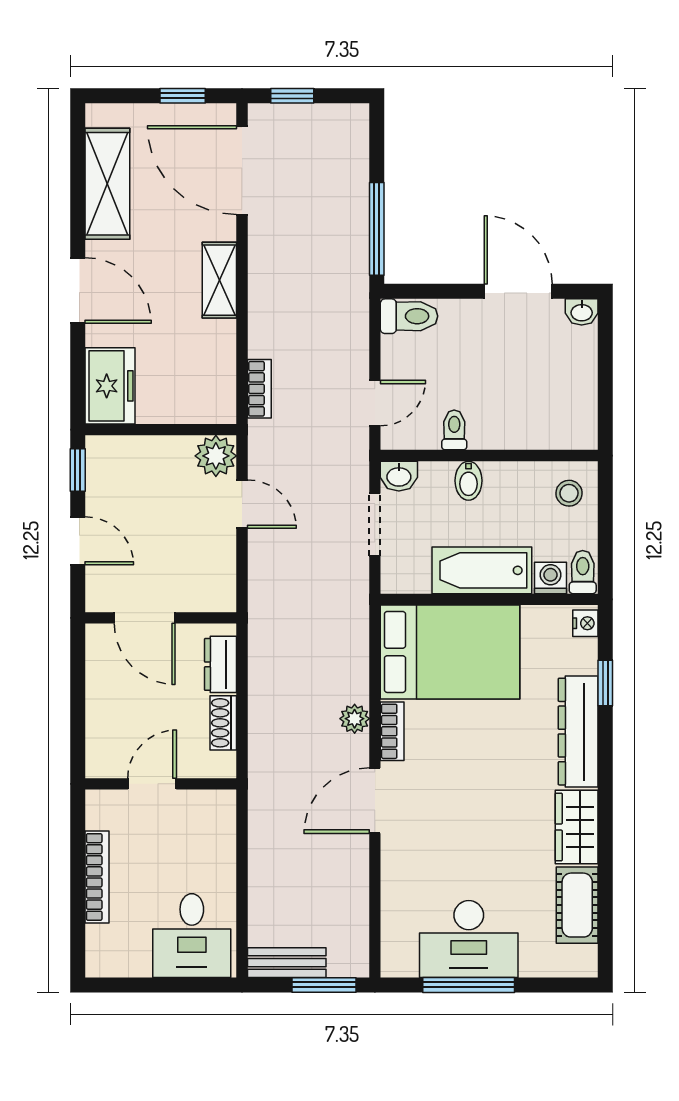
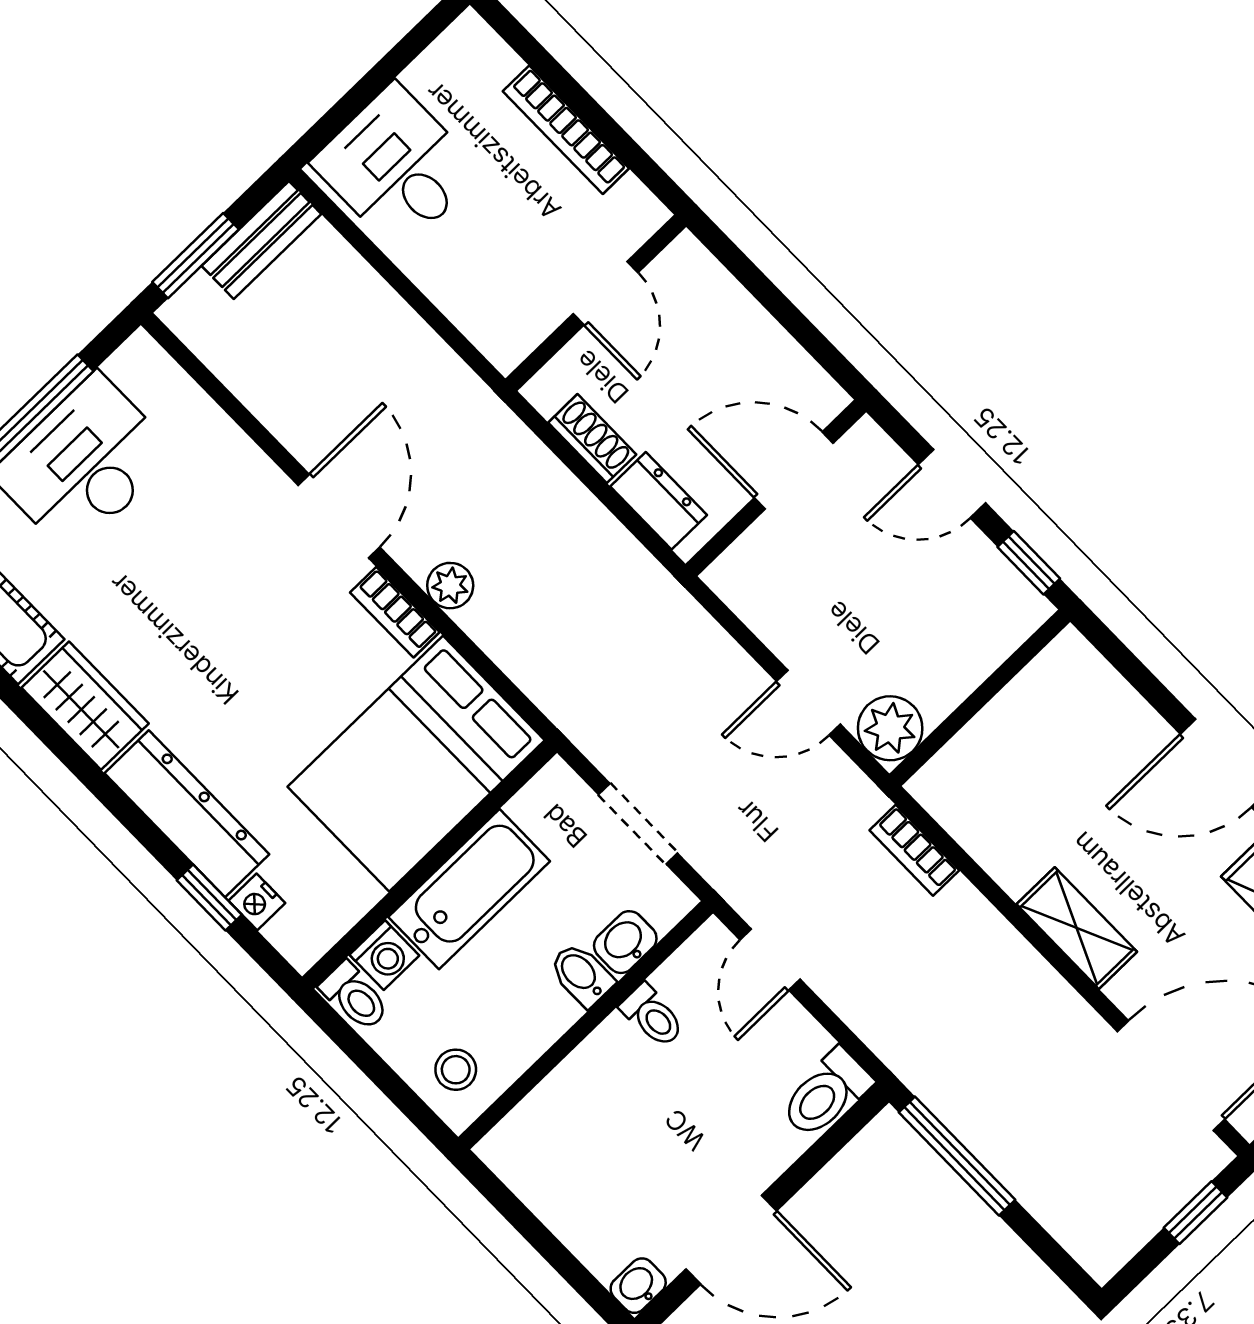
freezer: (110, 386) -> (1084, 692), removed
washbasin: (399, 476) -> (625, 942), moved
nightstand: (585, 623) -> (257, 902), moved

